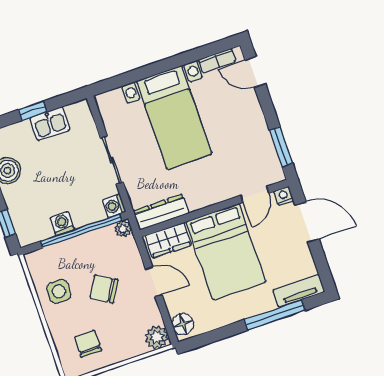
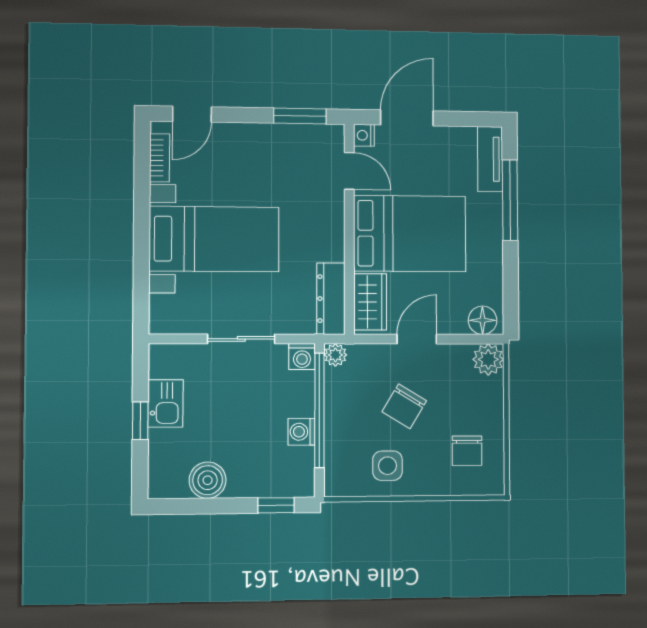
chair: (88, 344) -> (467, 451), turned -90

